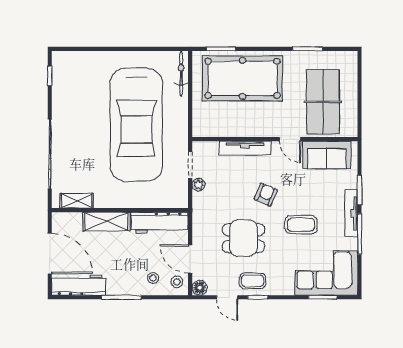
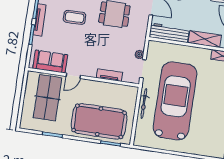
bicycle: (181, 73) -> (144, 104), moved
door: (290, 139) -> (73, 76), swing flipped
tv unit: (245, 148) -> (110, 75), width x0.71
armchair: (266, 195) -> (95, 41), removed

